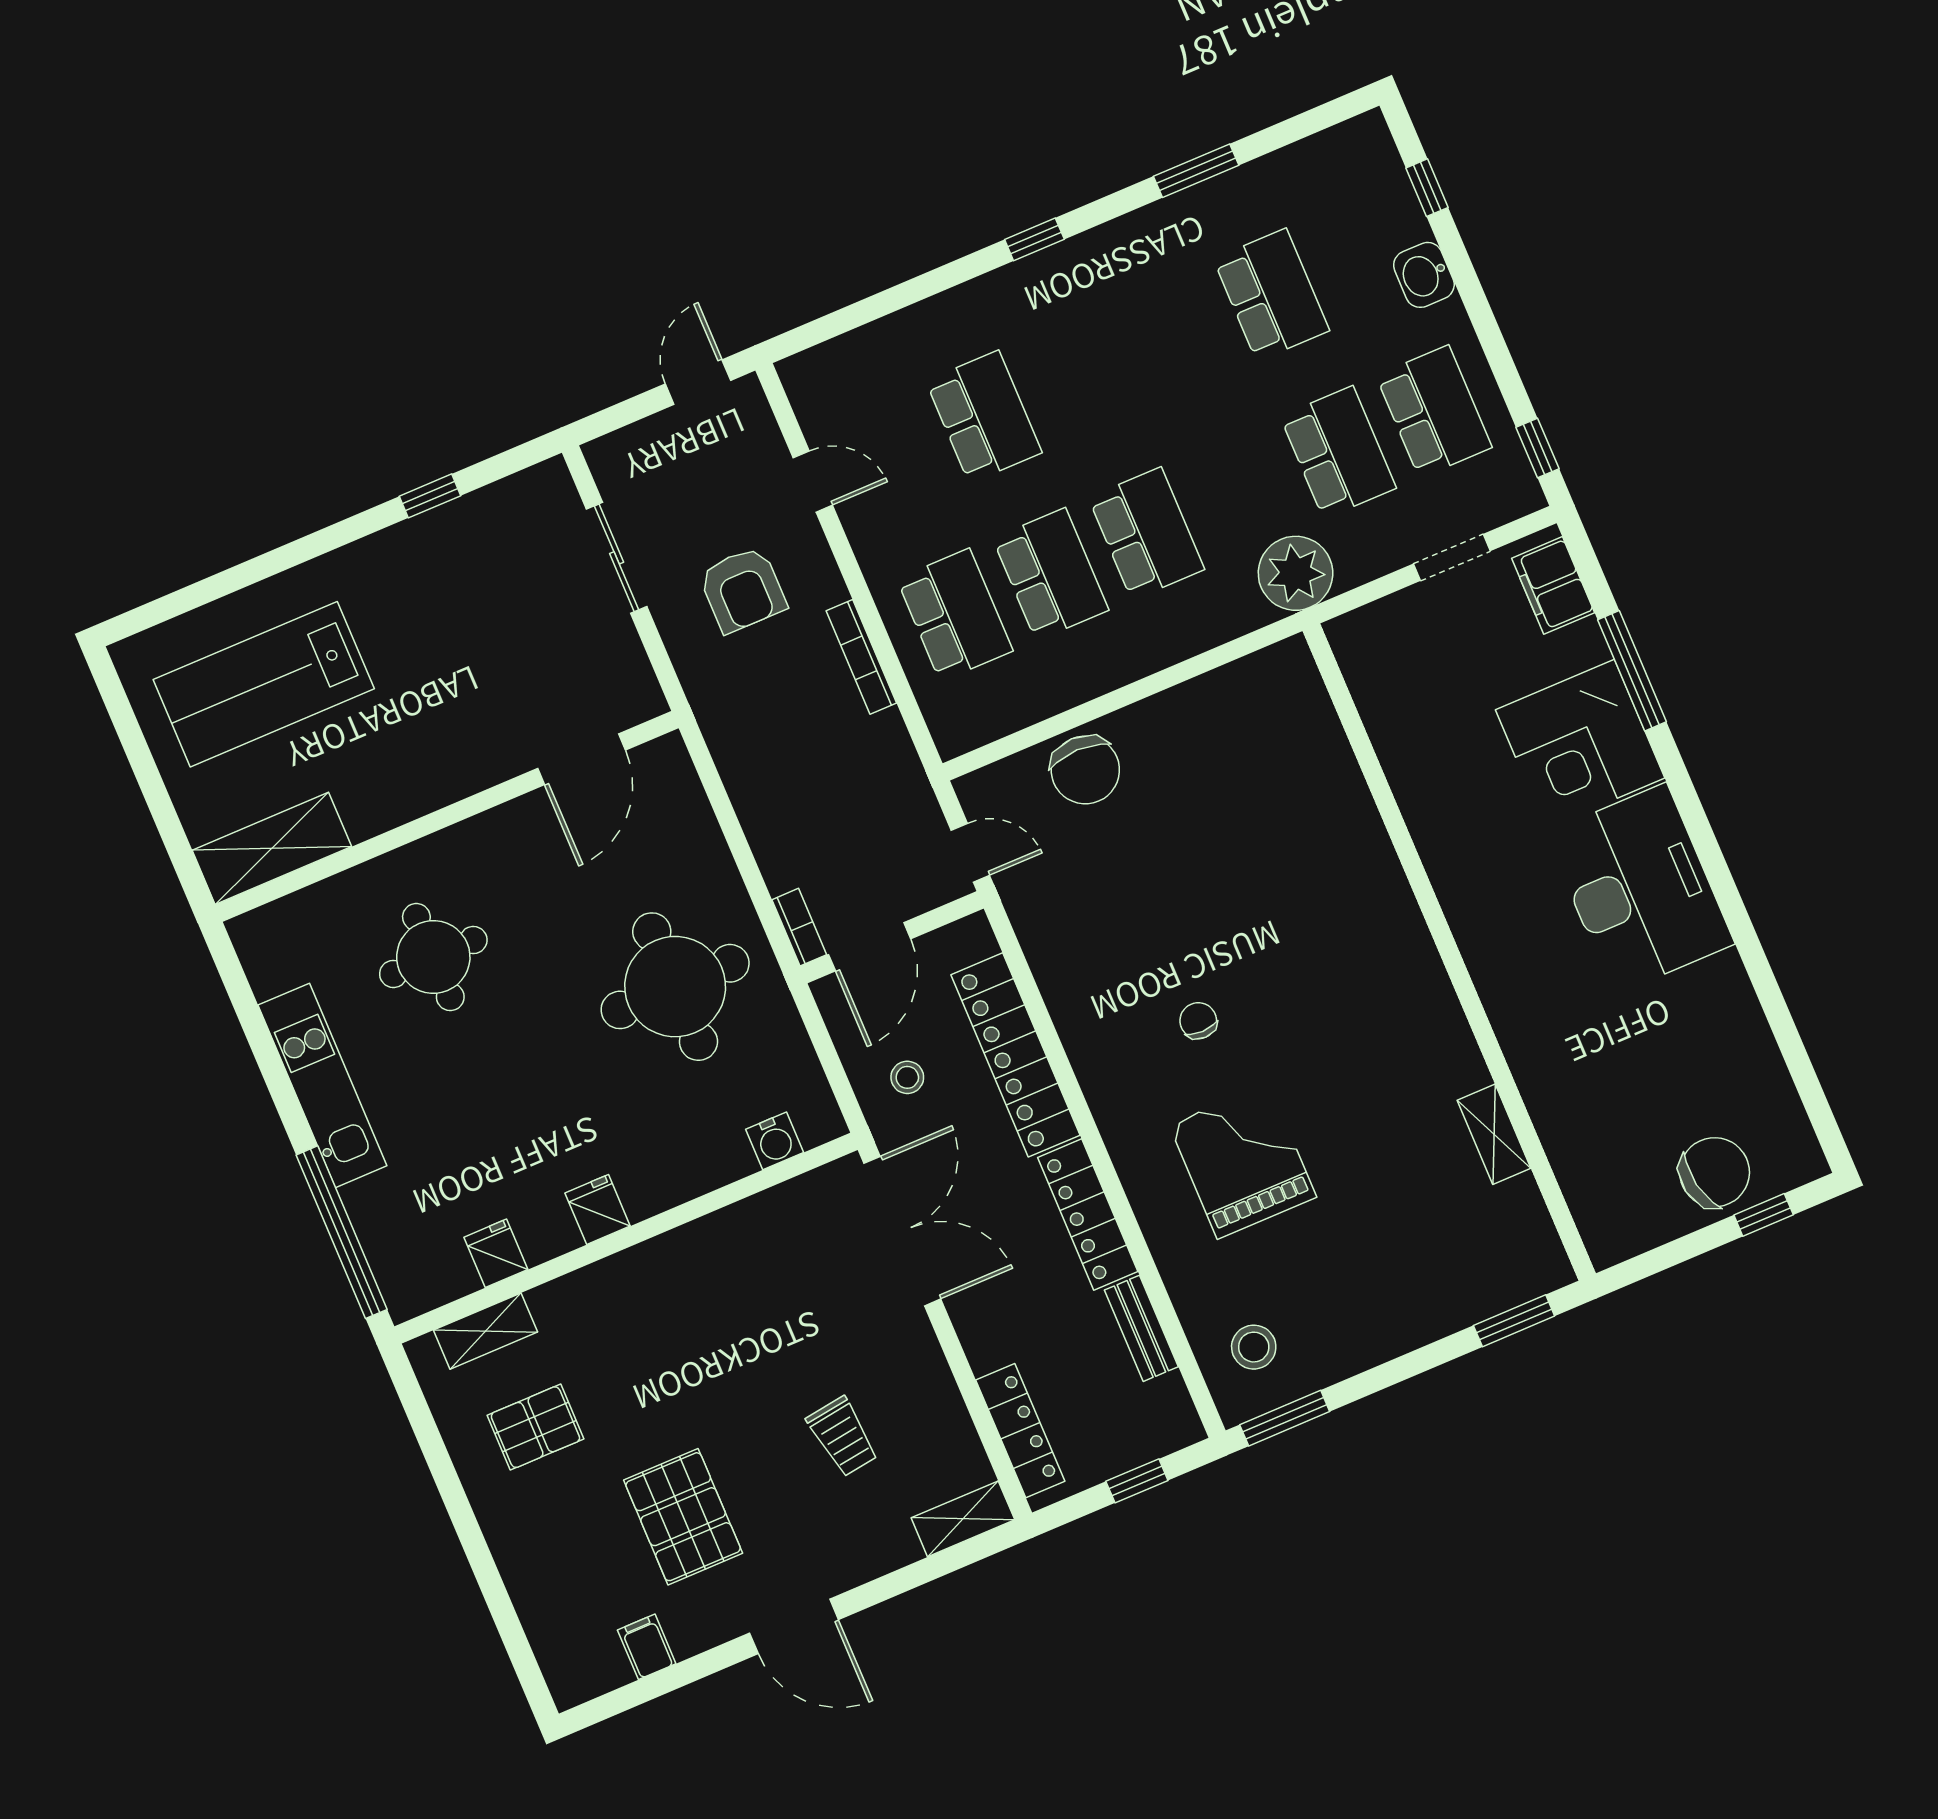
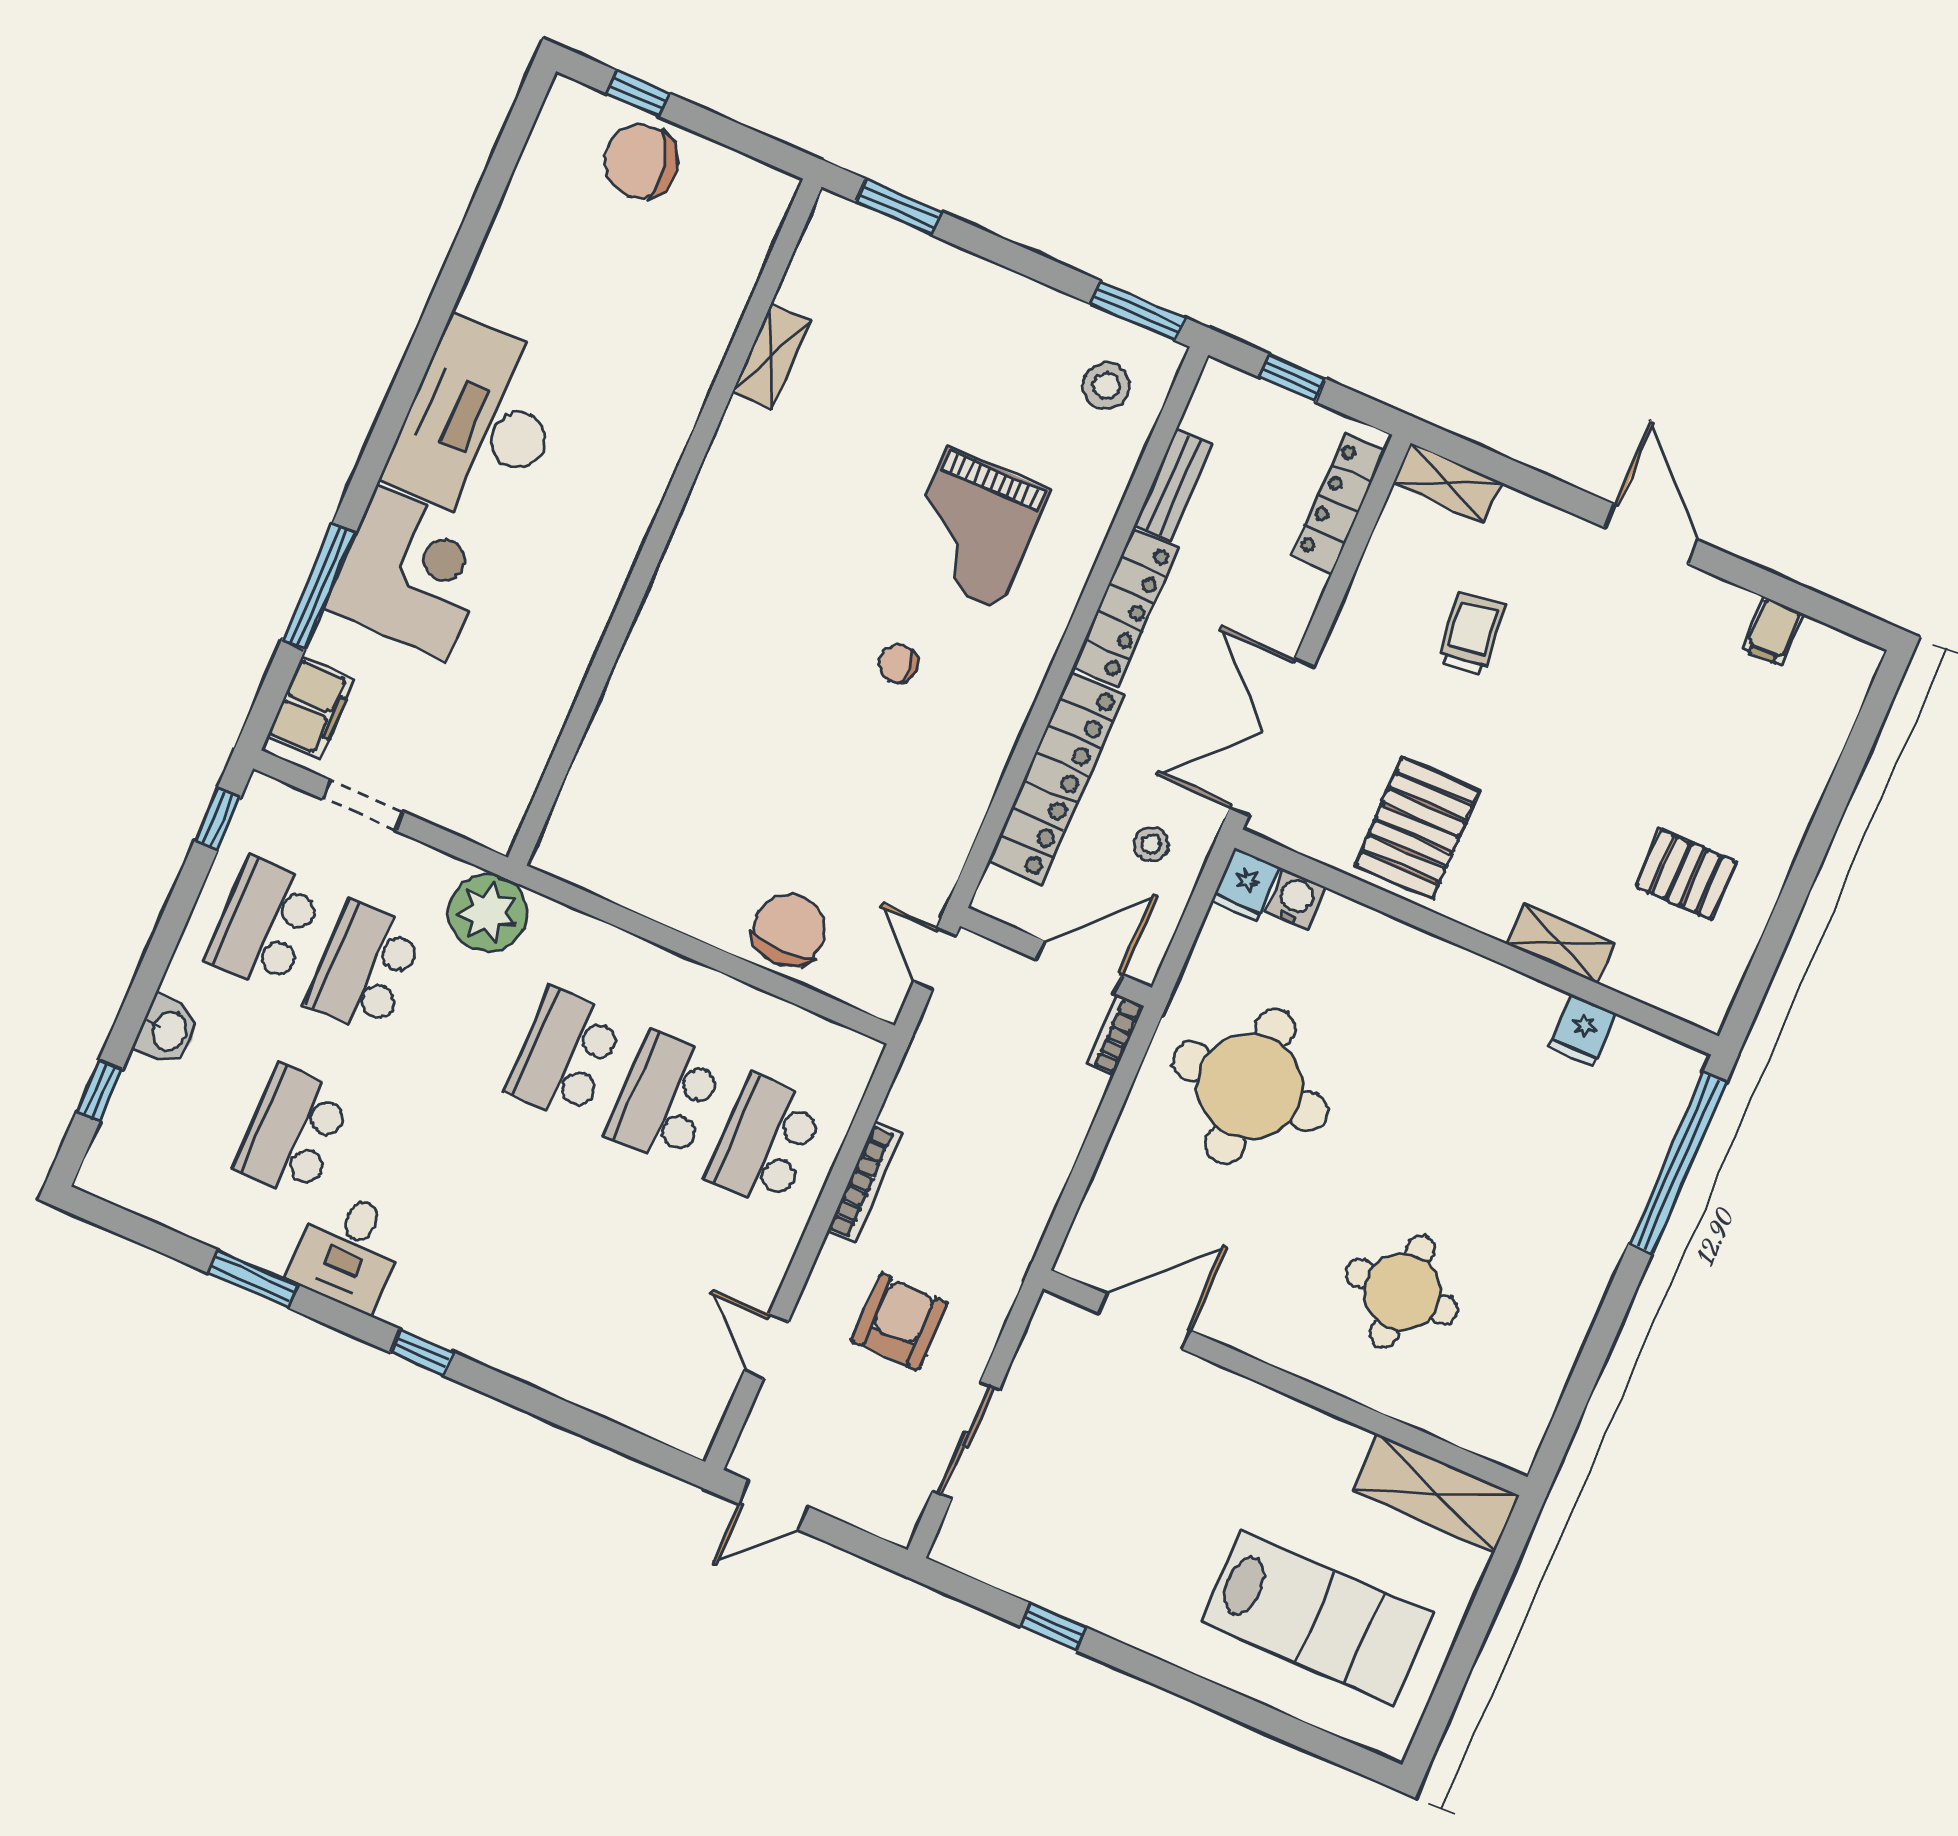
desk: (1153, 255) -> (348, 1250), added
school desk: (984, 417) -> (594, 1263), removed
chair: (1198, 1021) -> (898, 664), turned 90
kitchen unit: (322, 1085) -> (1580, 1283), removed
fridge: (598, 1209) -> (1245, 884), moved
shelving: (486, 1331) -> (1560, 943), moved
pallet: (683, 1517) -> (1417, 828), moved

